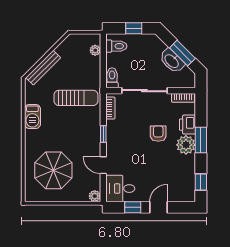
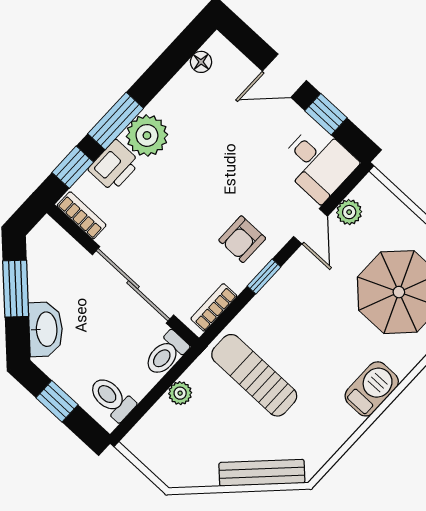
plant: (95, 50) -> (180, 393), moved
washbasin: (172, 61) -> (46, 329), moved
barbecue: (32, 116) -> (372, 389), moved
armchair: (158, 134) -> (242, 239), moved
window: (201, 182) -> (73, 167), moved
floor lamp: (191, 186) -> (201, 62), added
plant: (95, 196) -> (349, 212), moved

